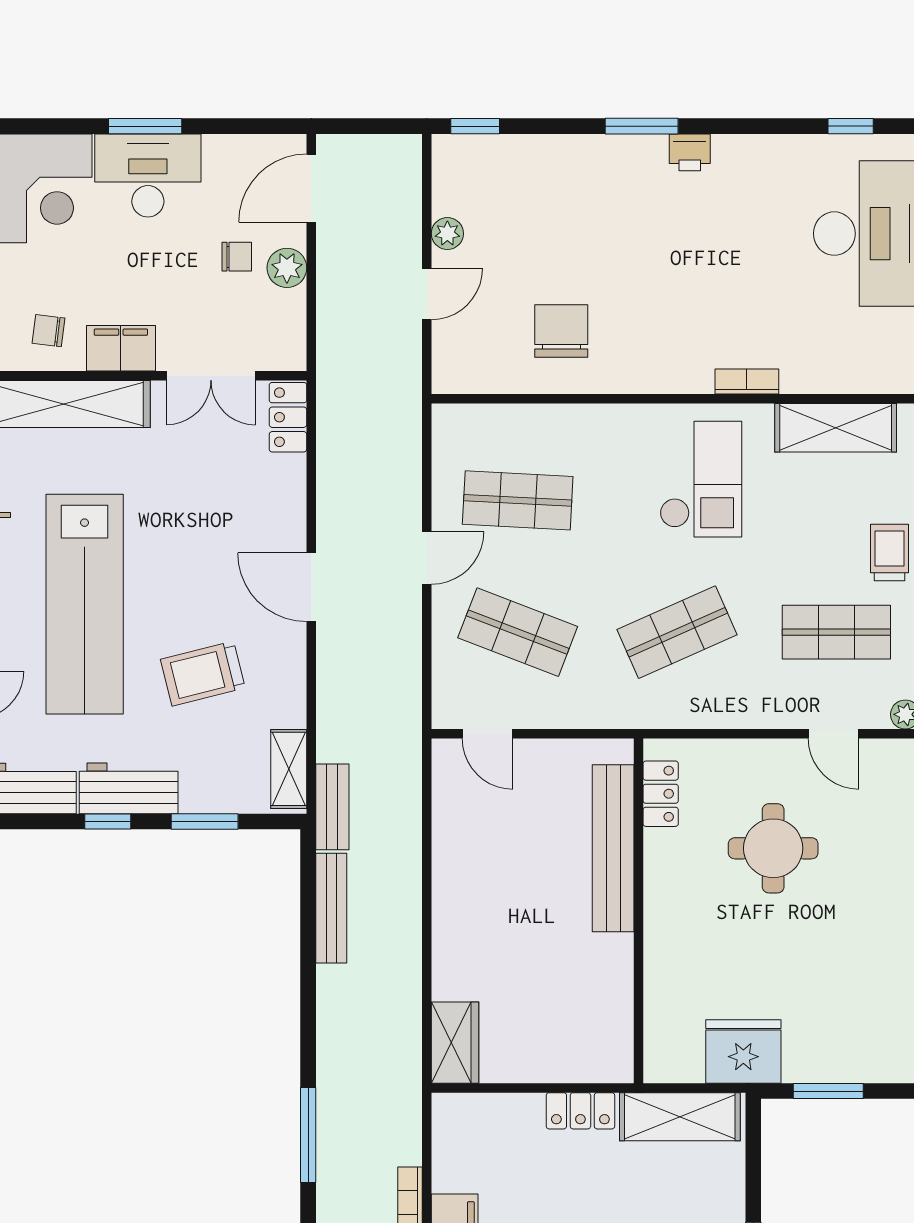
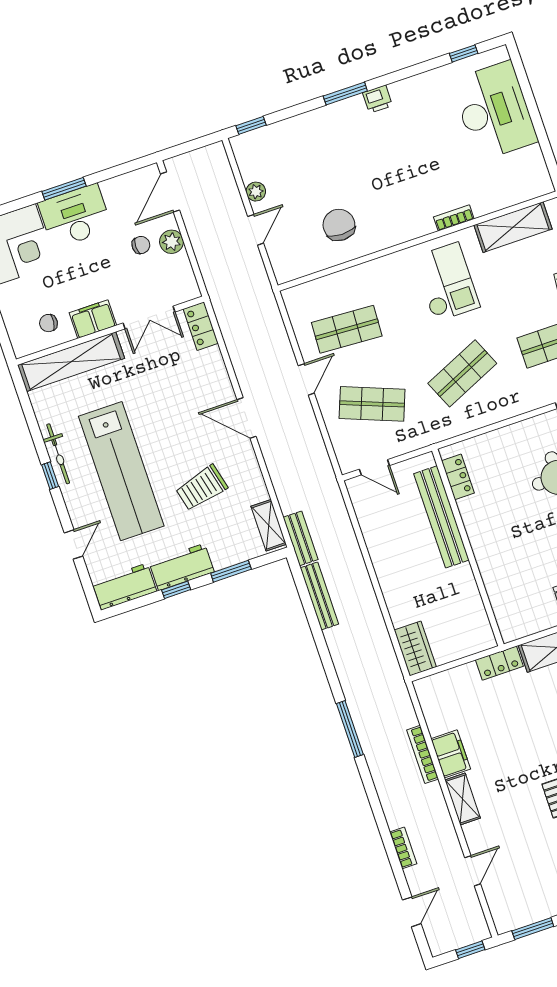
locker: (661, 794) -> (458, 477), moved
bench: (613, 848) -> (441, 517), moved
wall: (639, 911) -> (468, 547), moved

